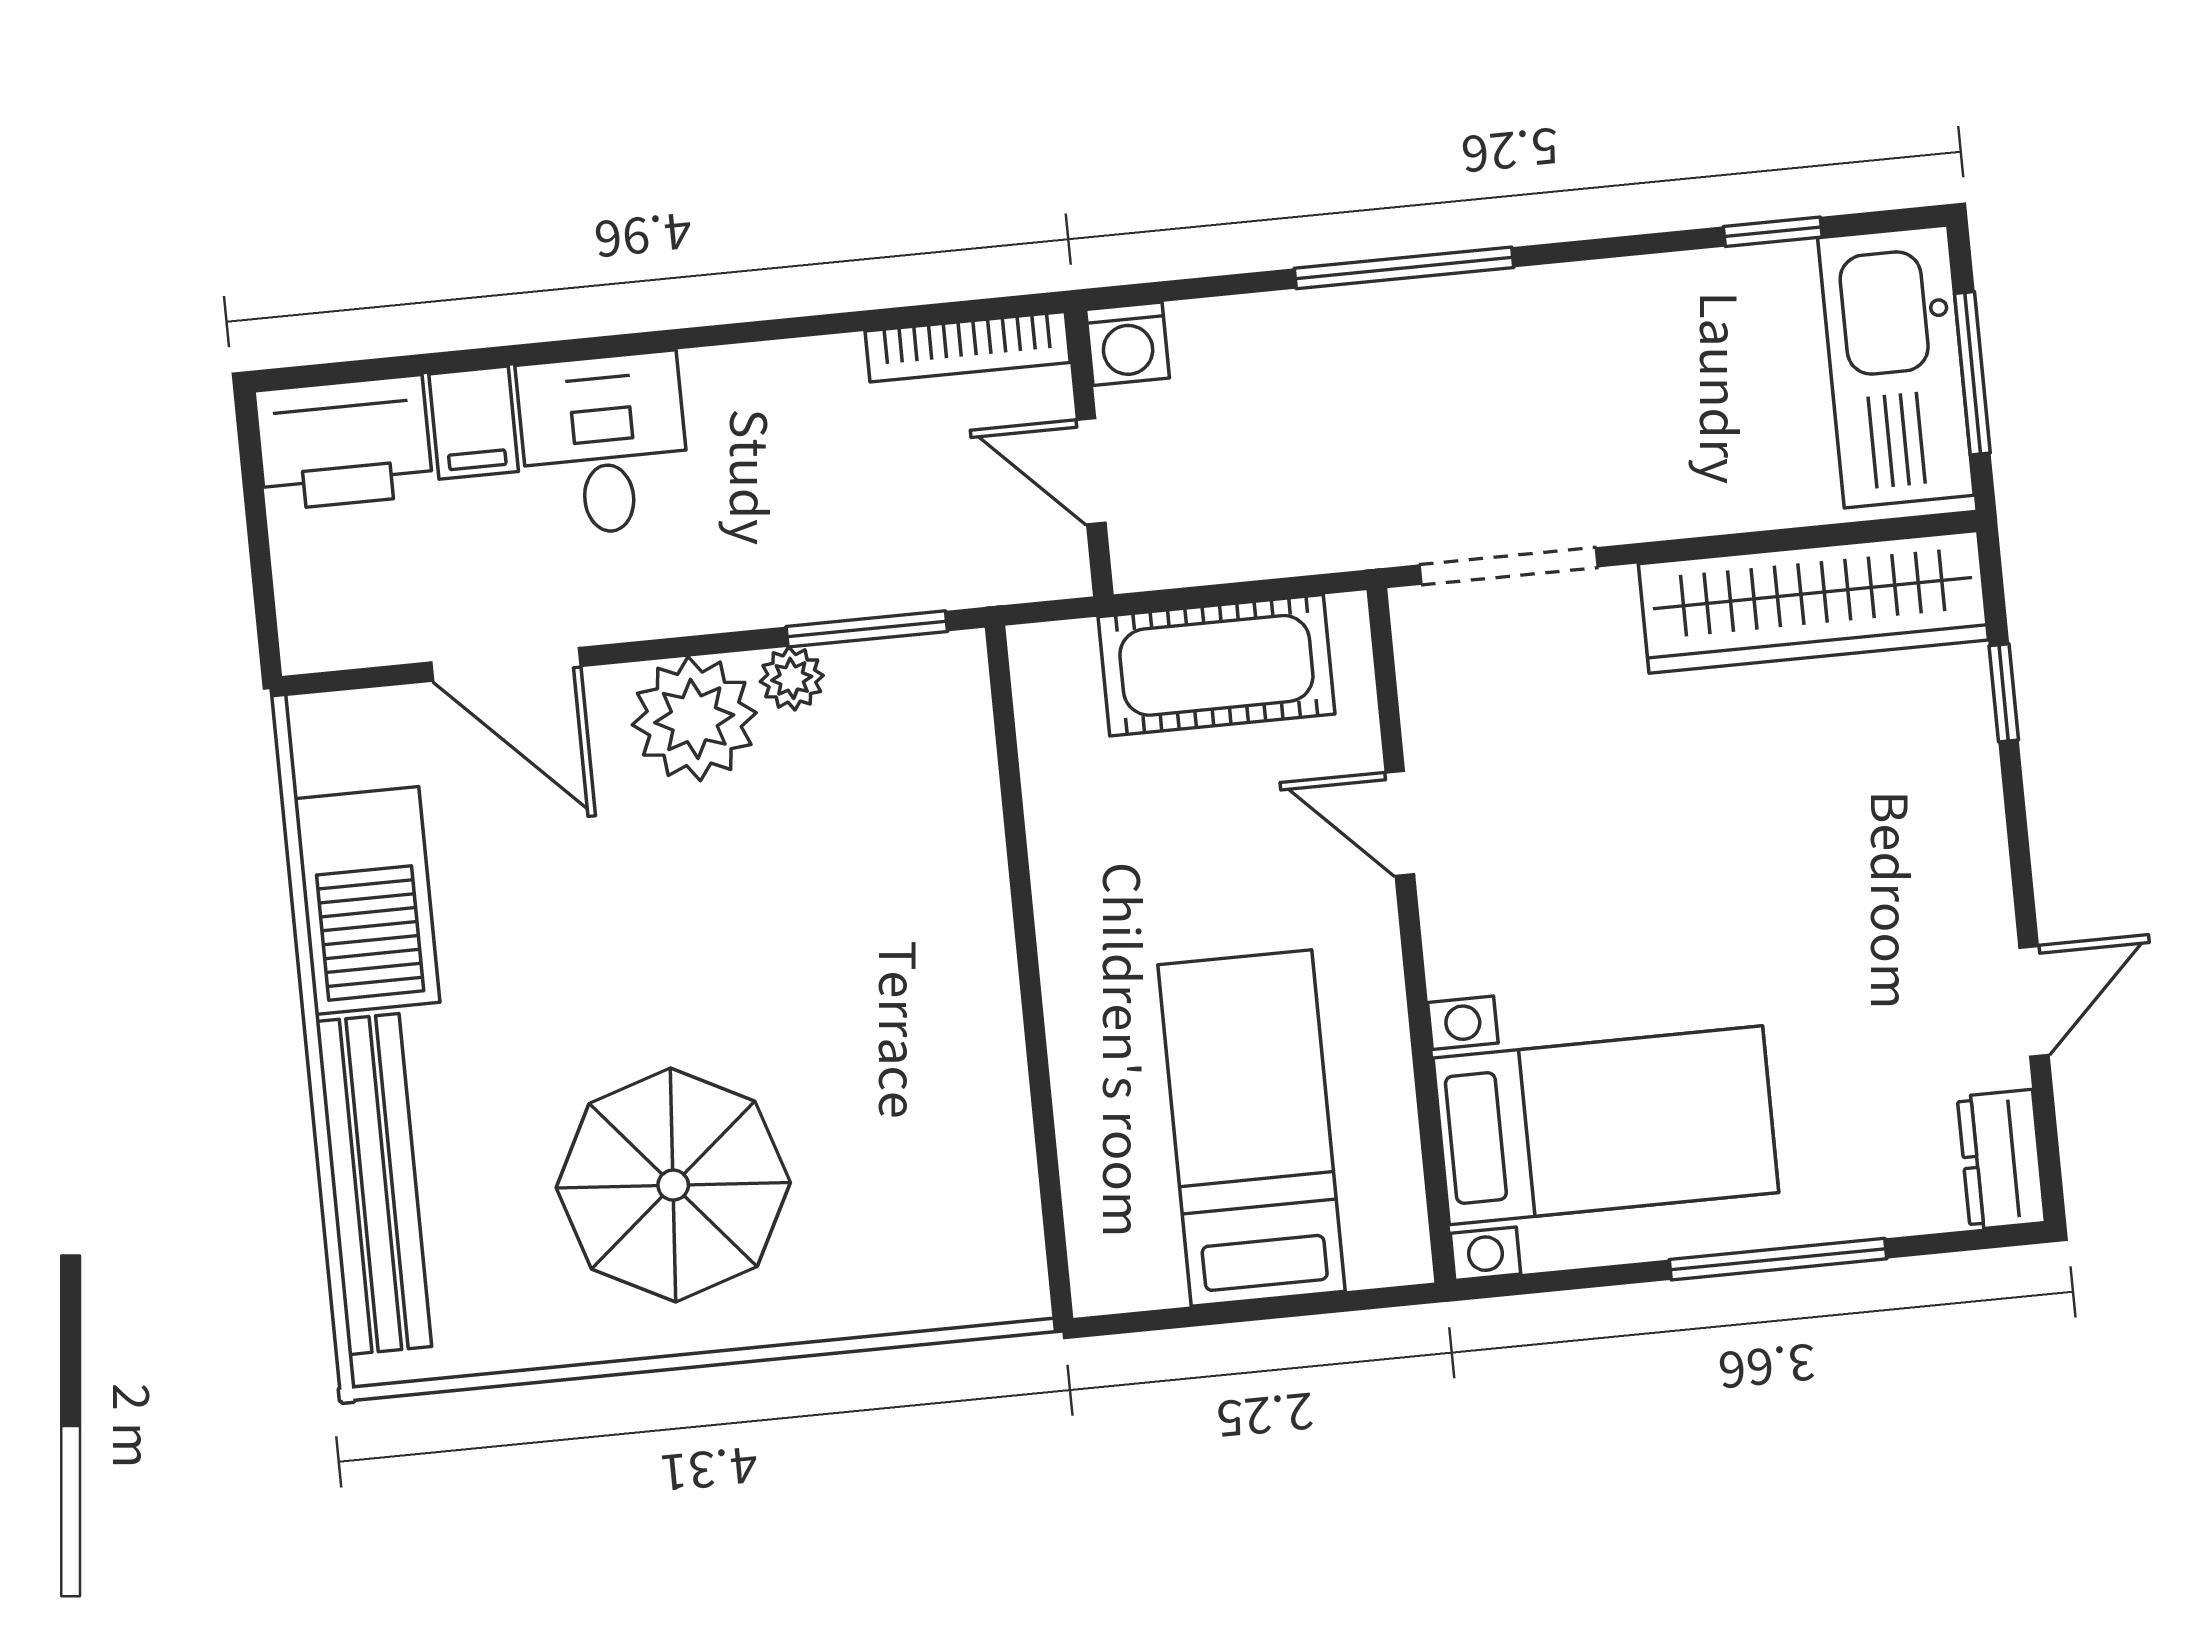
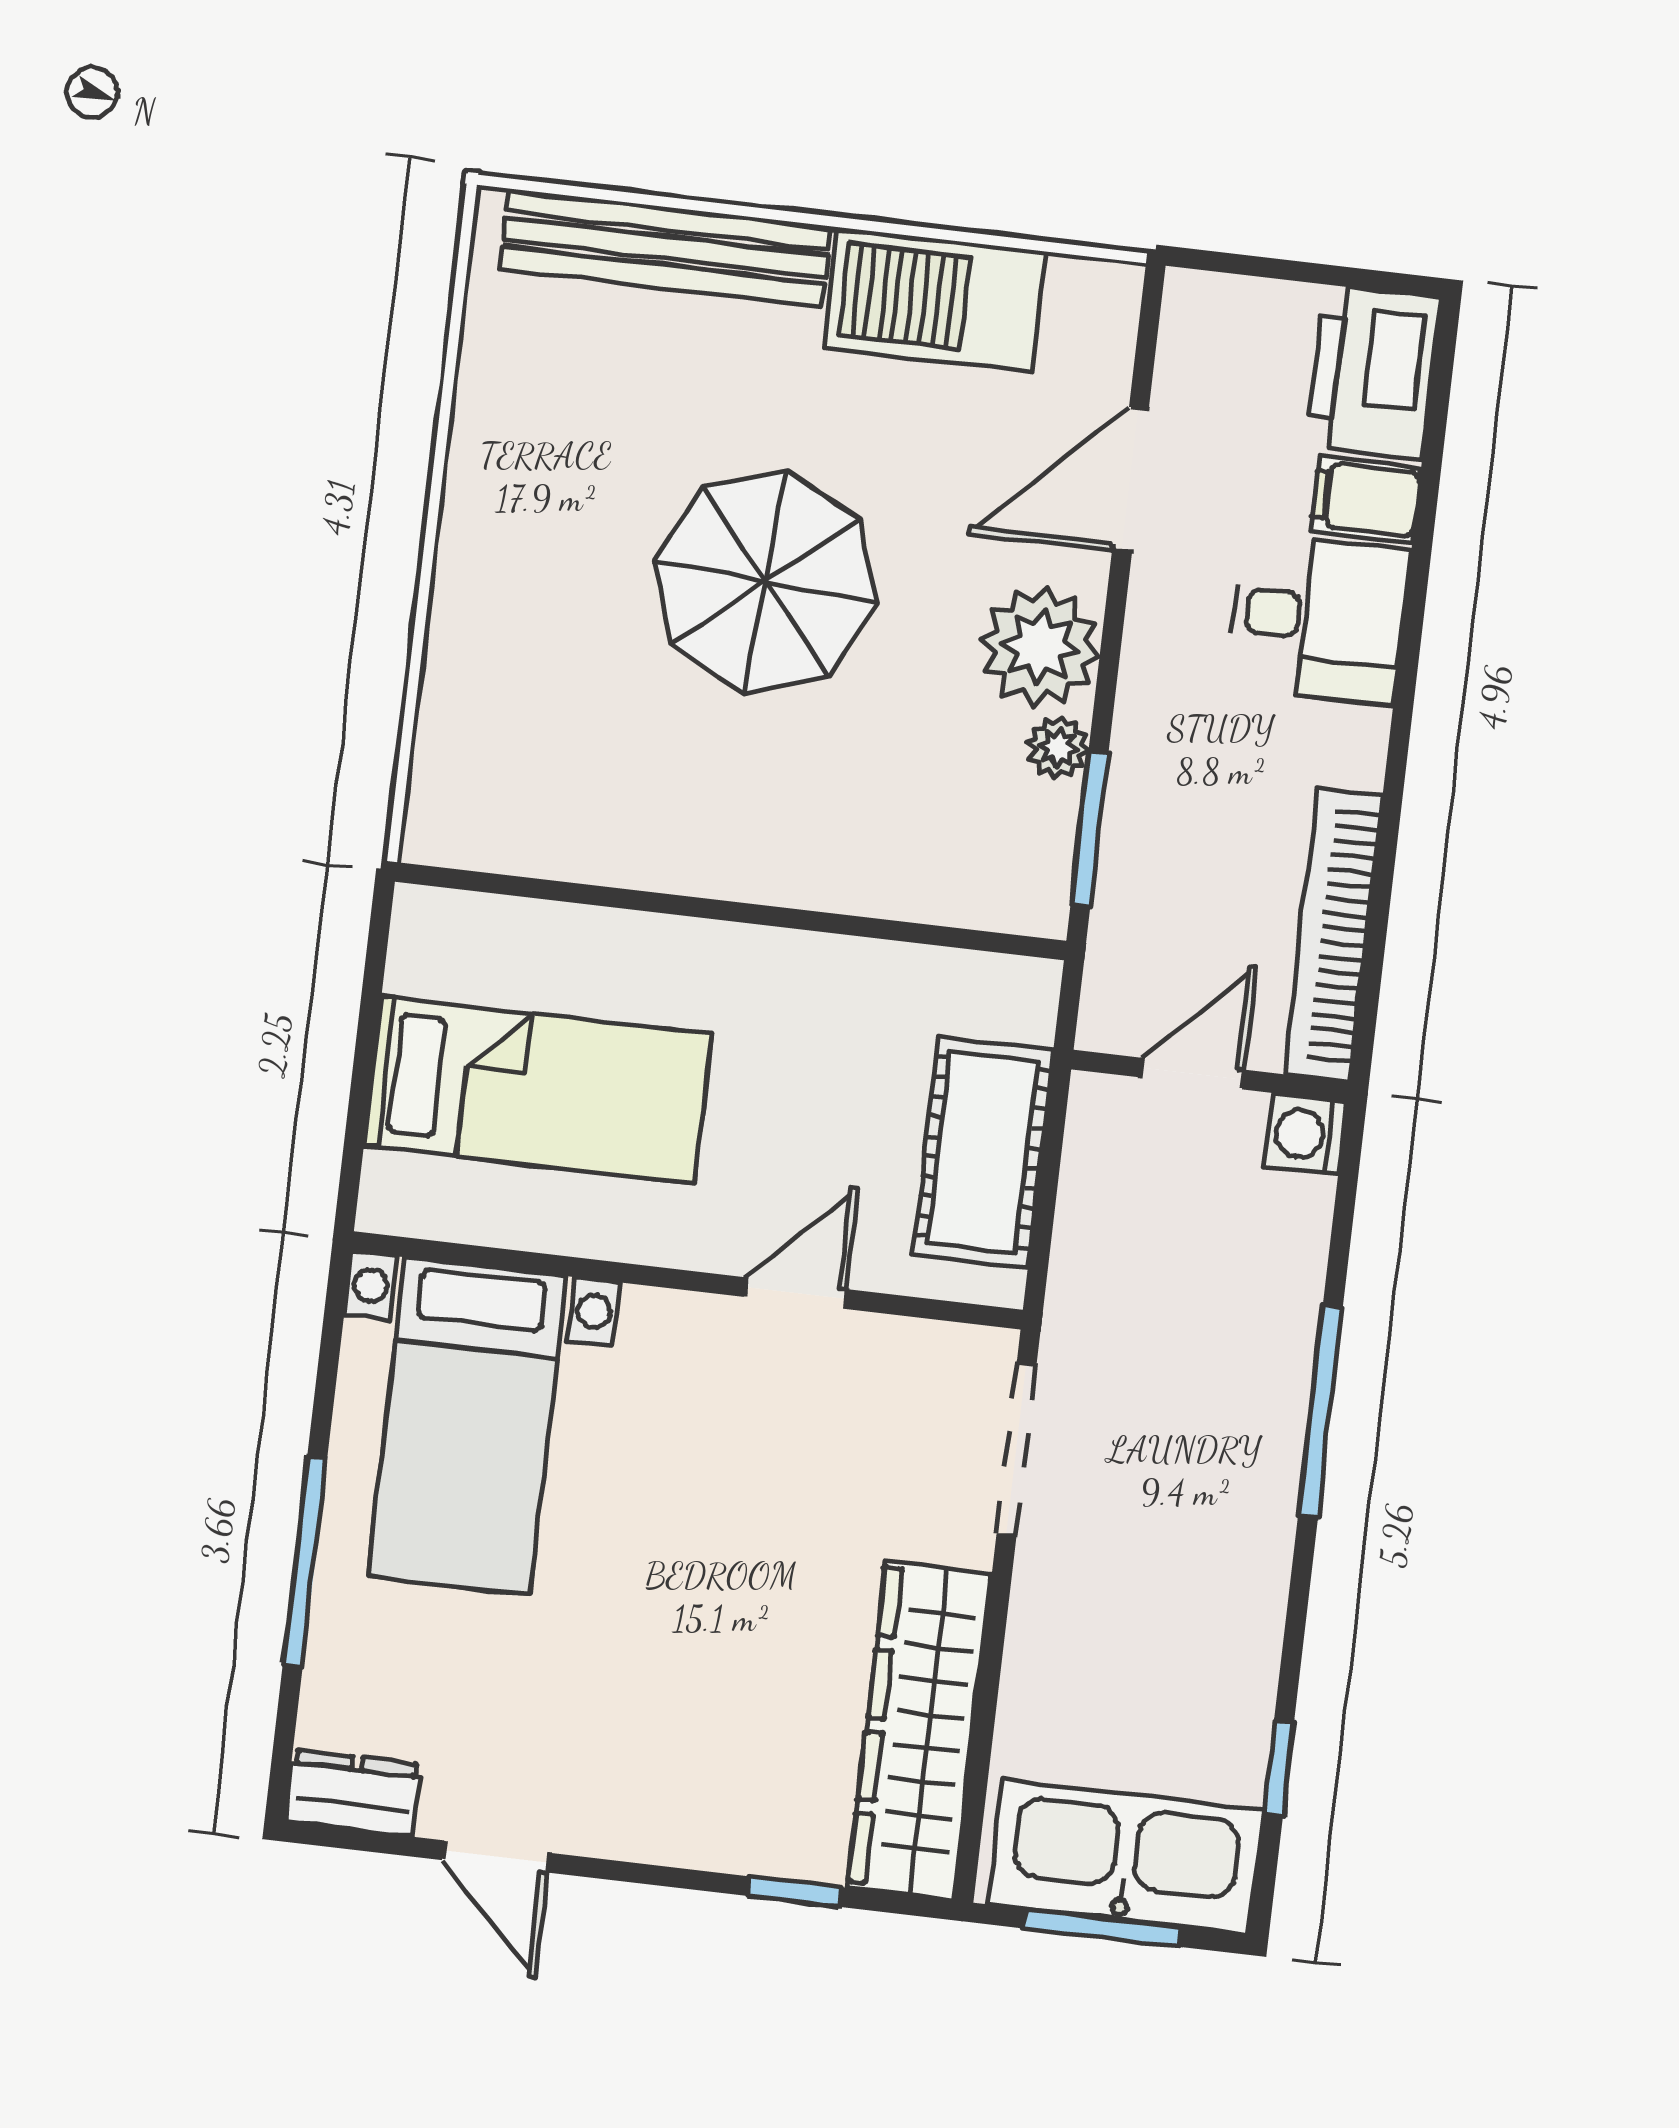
bookcase: (968, 347) -> (1333, 935), width x1.48, depth x1.31
parasol: (673, 1185) -> (765, 582), moved

